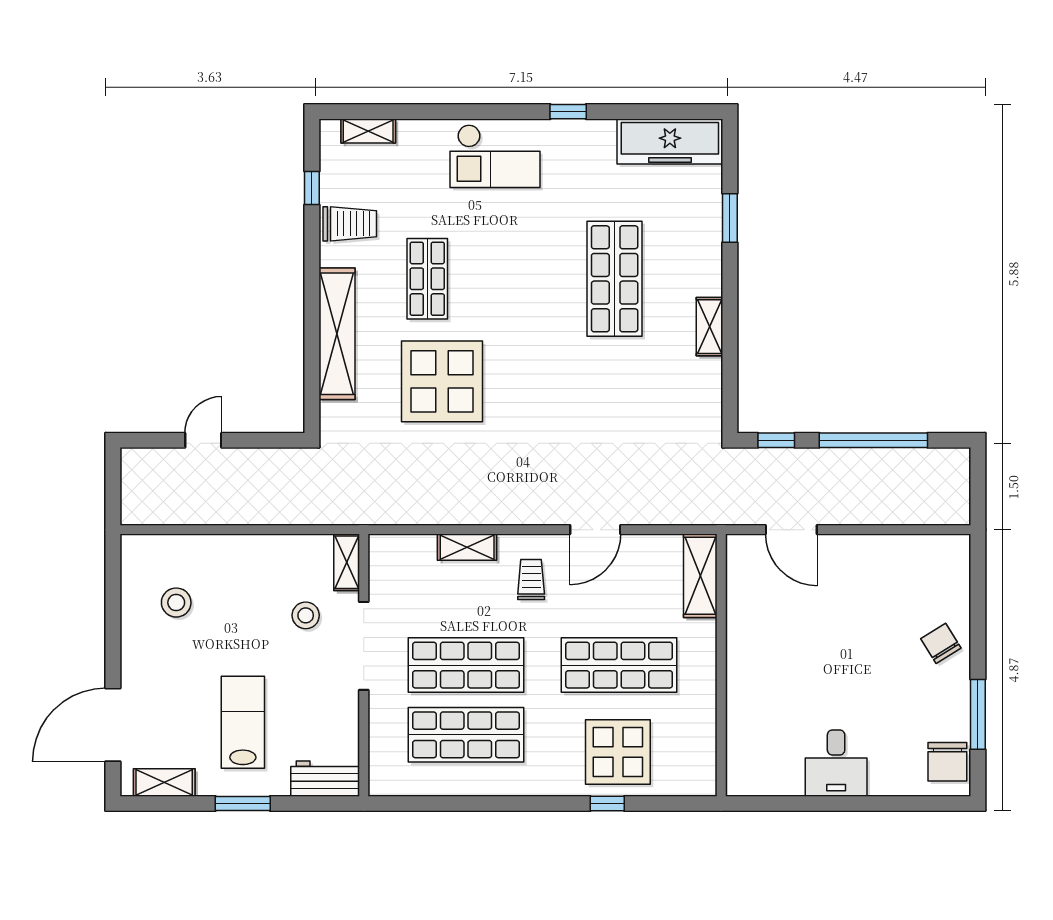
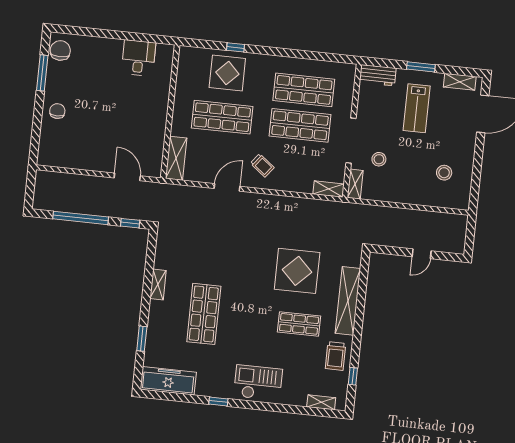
trolley: (350, 224) -> (335, 356), turned -90
shop shelf: (427, 279) -> (299, 324), turned 90
shelving: (467, 547) -> (329, 189), moved
trolley: (531, 580) -> (262, 165), turned -52
chair: (941, 643) -> (57, 111), turned -148
desk: (836, 763) -> (139, 58), moved

